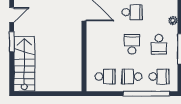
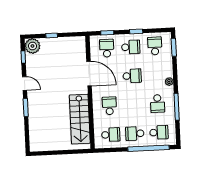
door: (12, 15) -> (25, 83), hinge flipped
school desk: (132, 44) -> (109, 106), moved
stairs: (24, 64) -> (80, 119), moved, turned 180

